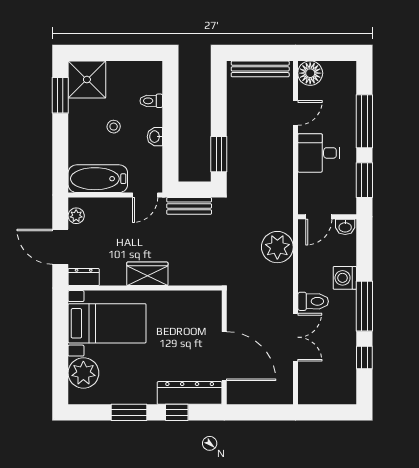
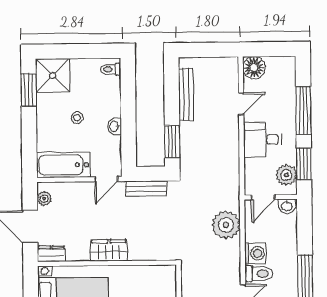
bench: (260, 69) -> (186, 94), moved, turned 90
toilet: (151, 101) -> (111, 69), moved
plant: (345, 192) -> (286, 175), added
washing machine: (345, 278) -> (255, 253), moved, turned 180

